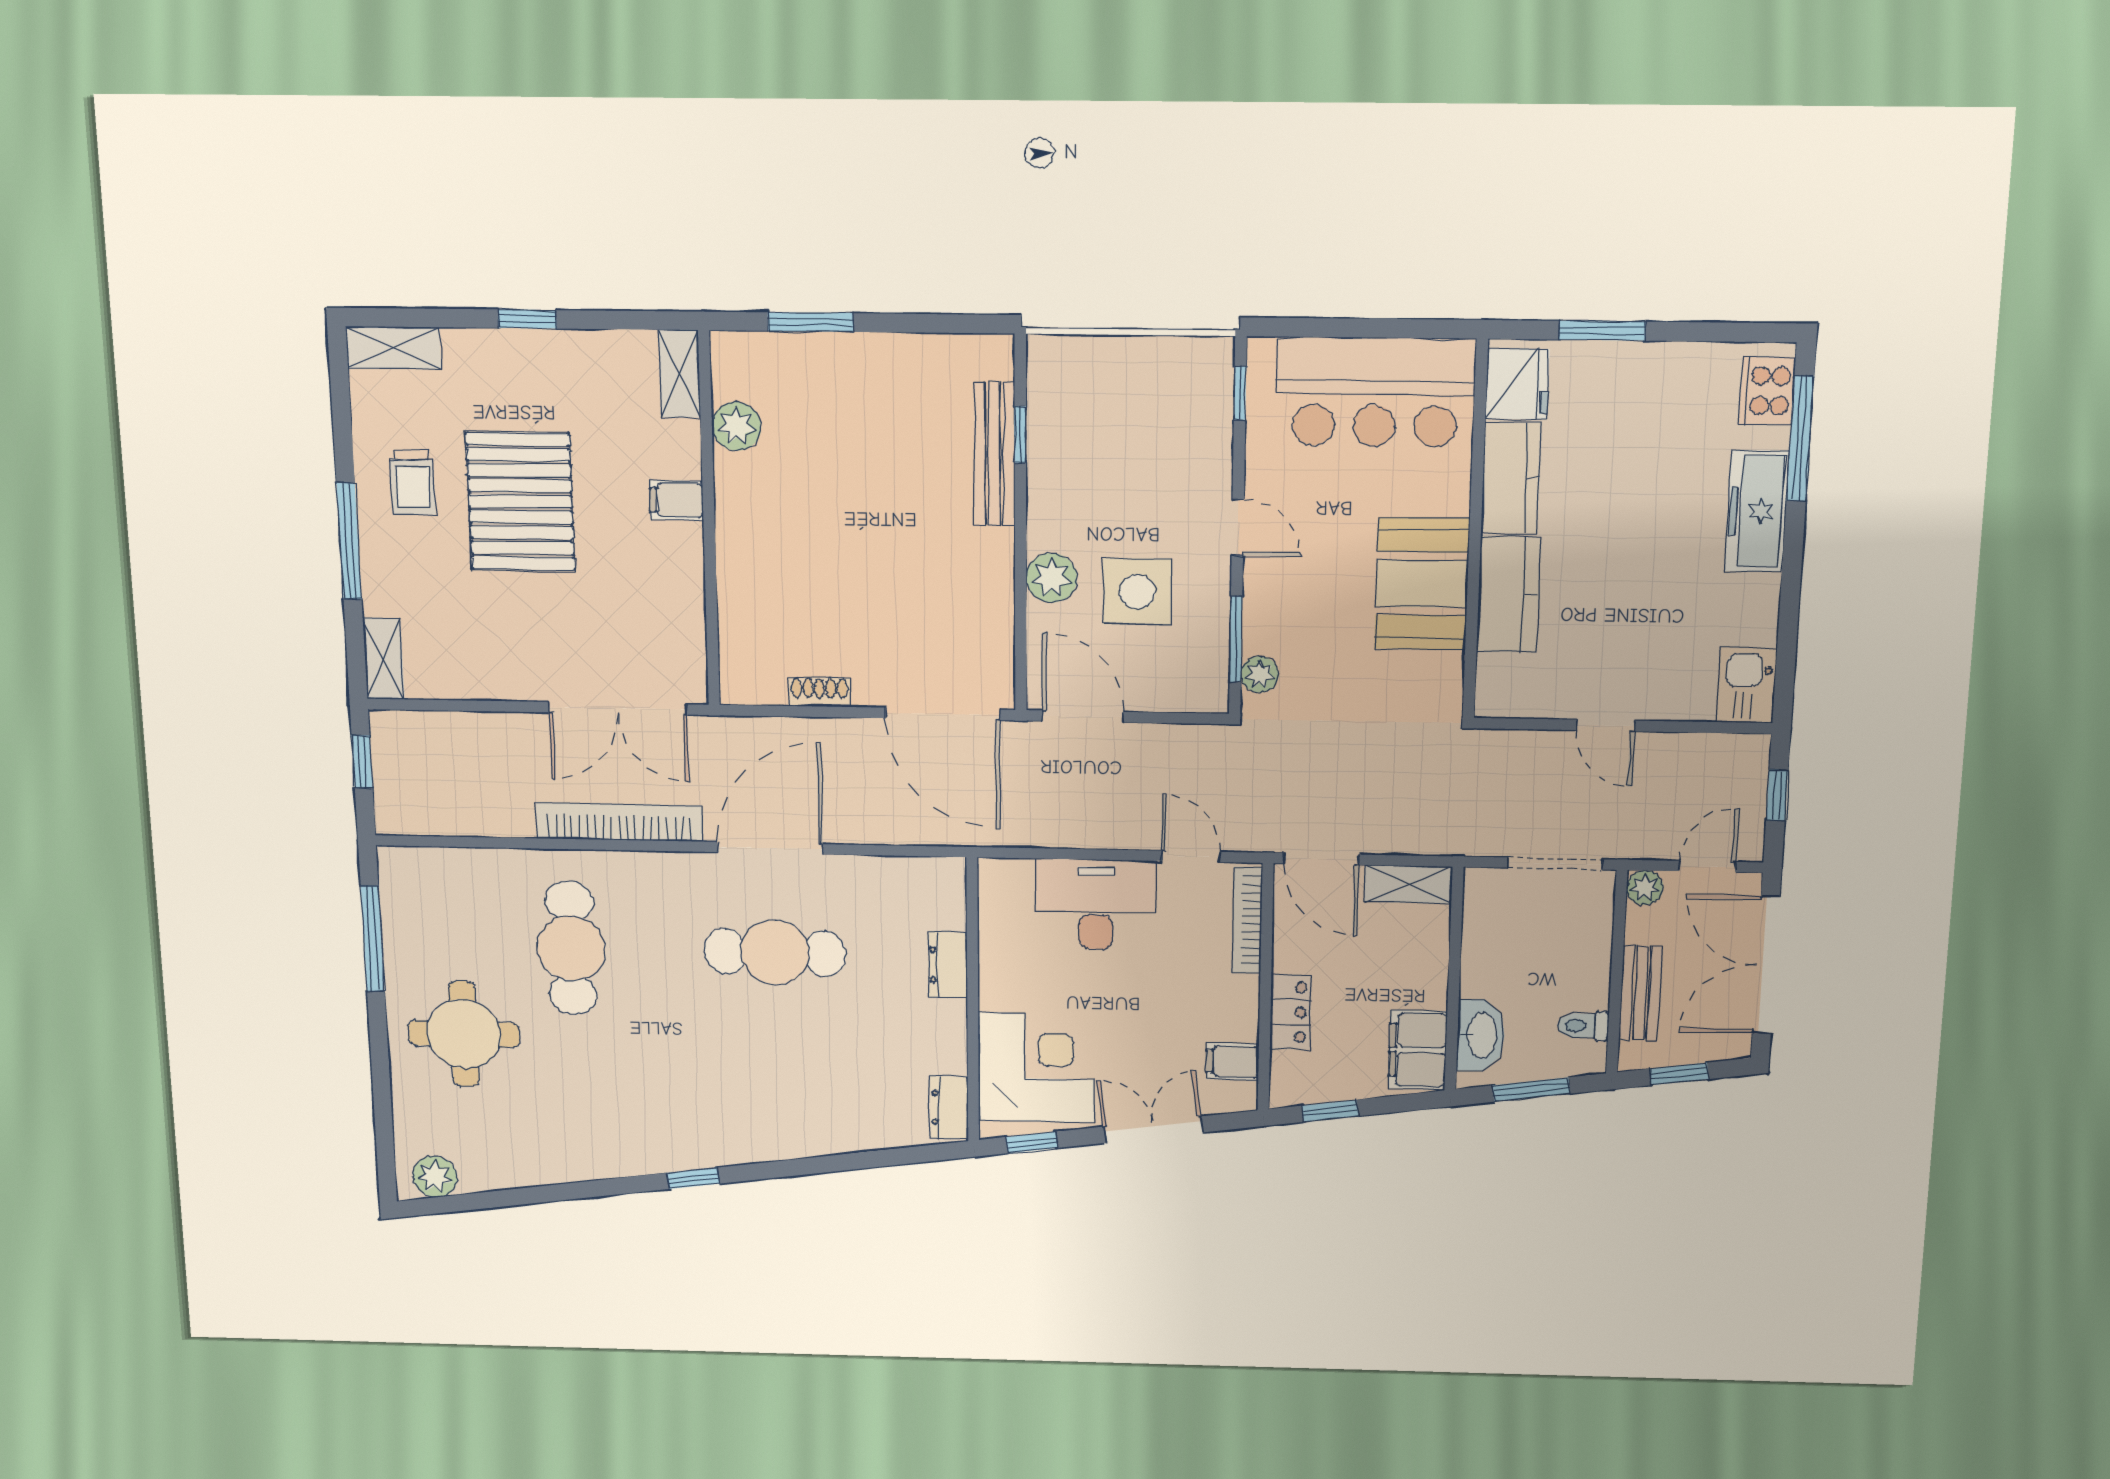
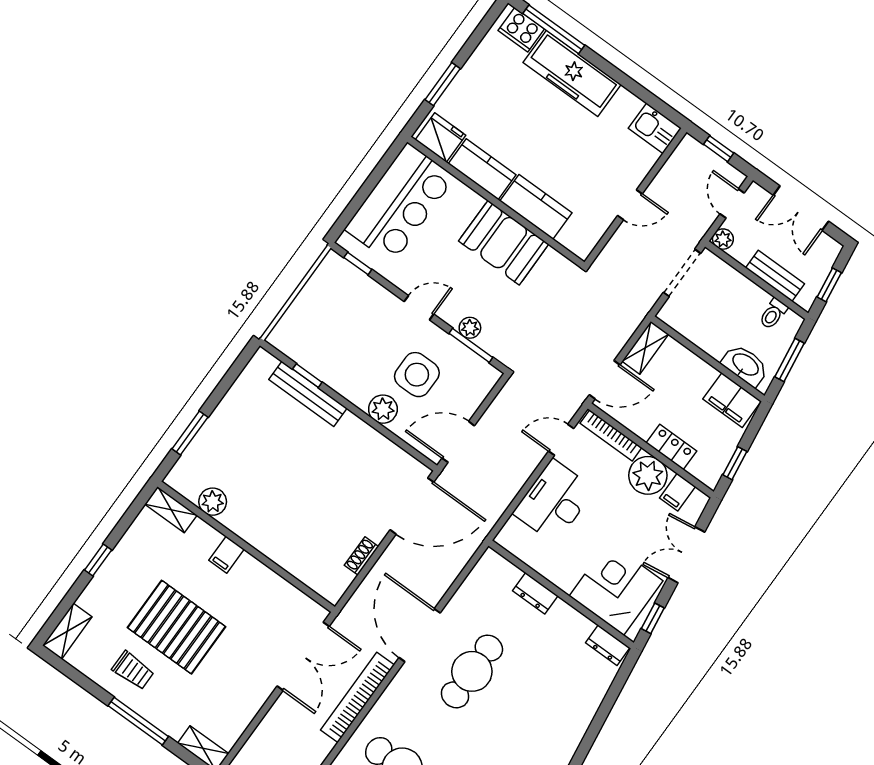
freezer: (1757, 511) -> (572, 73), width x1.36, depth x1.26
plant: (1260, 674) -> (470, 328), moved
double door: (1766, 965) -> (801, 208), width x0.73
plant: (1227, 1007) -> (648, 475), added

